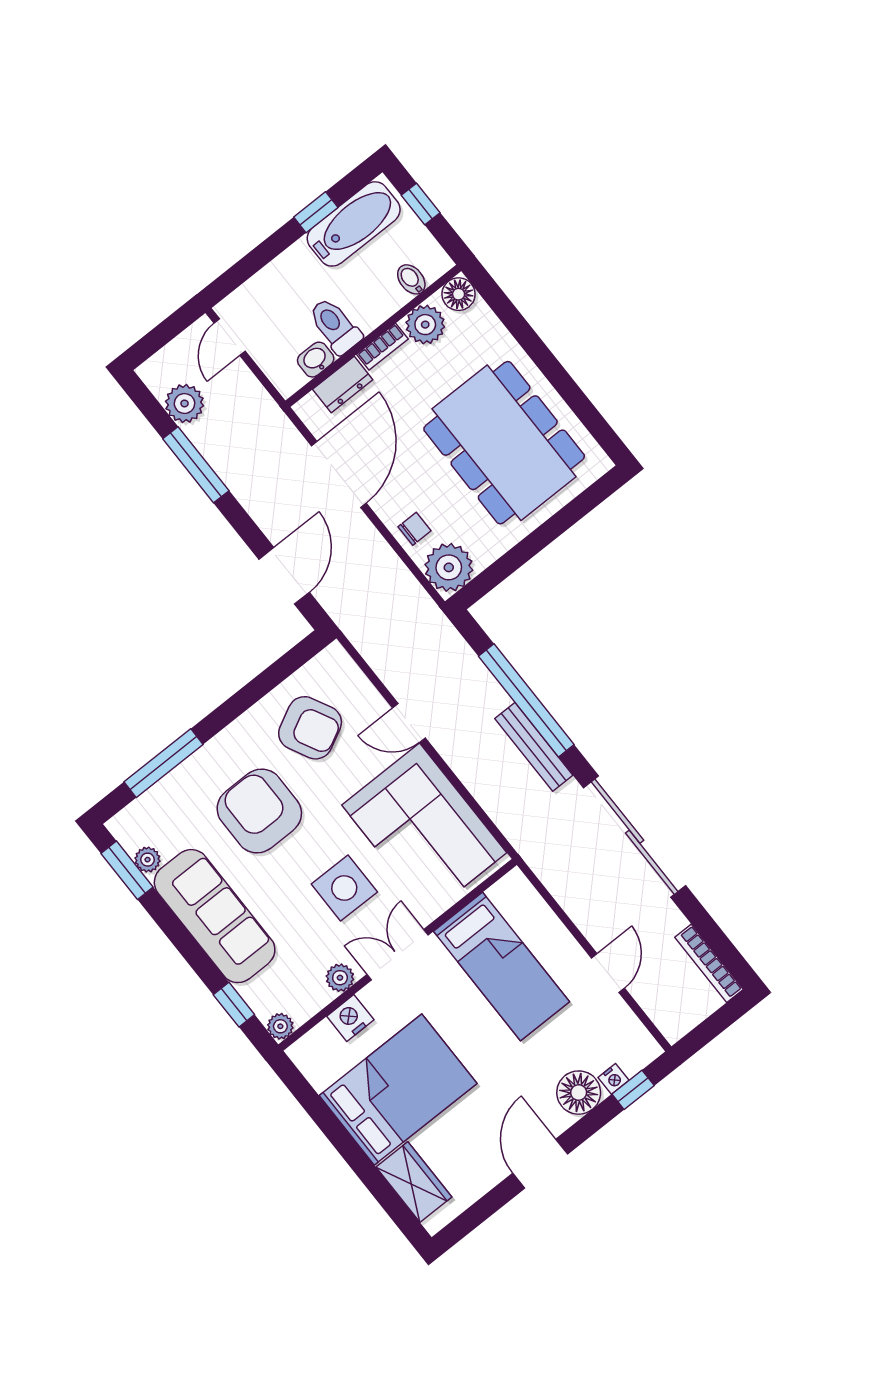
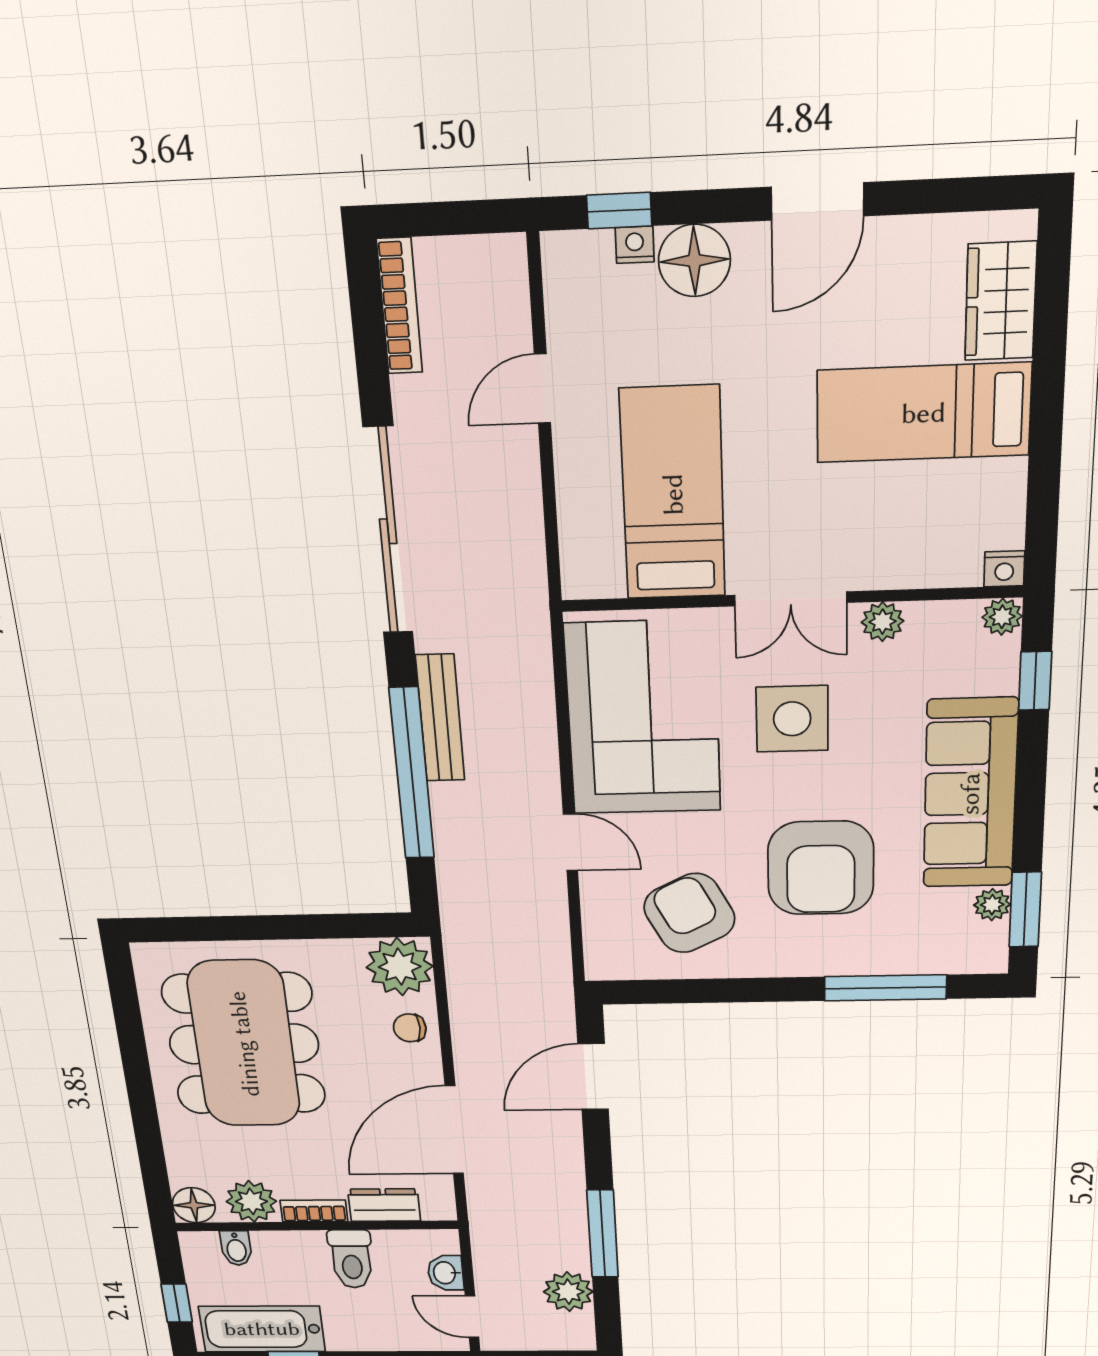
door: (230, 337) -> (472, 1317), swing flipped
washbasin: (316, 360) -> (445, 1273), moved, turned 90
nightstand: (350, 1018) -> (1004, 569), moved, width x0.72, depth x0.74
bed: (398, 1089) -> (924, 413), width x0.67

